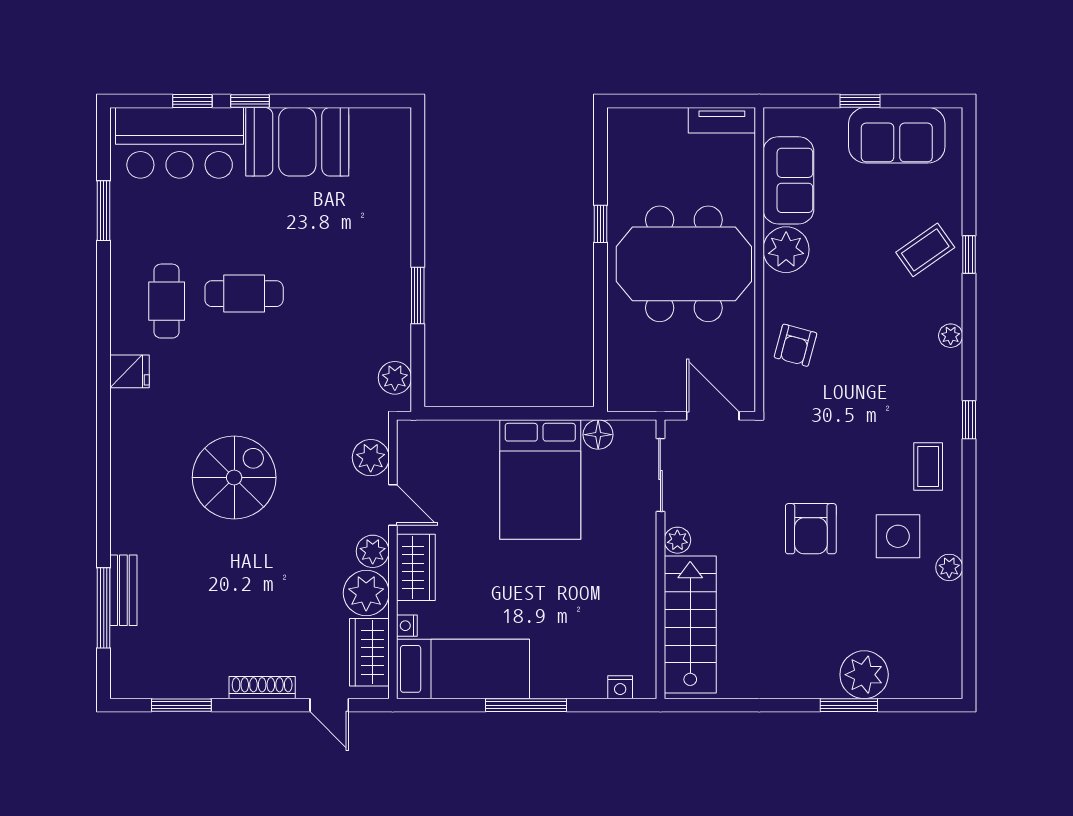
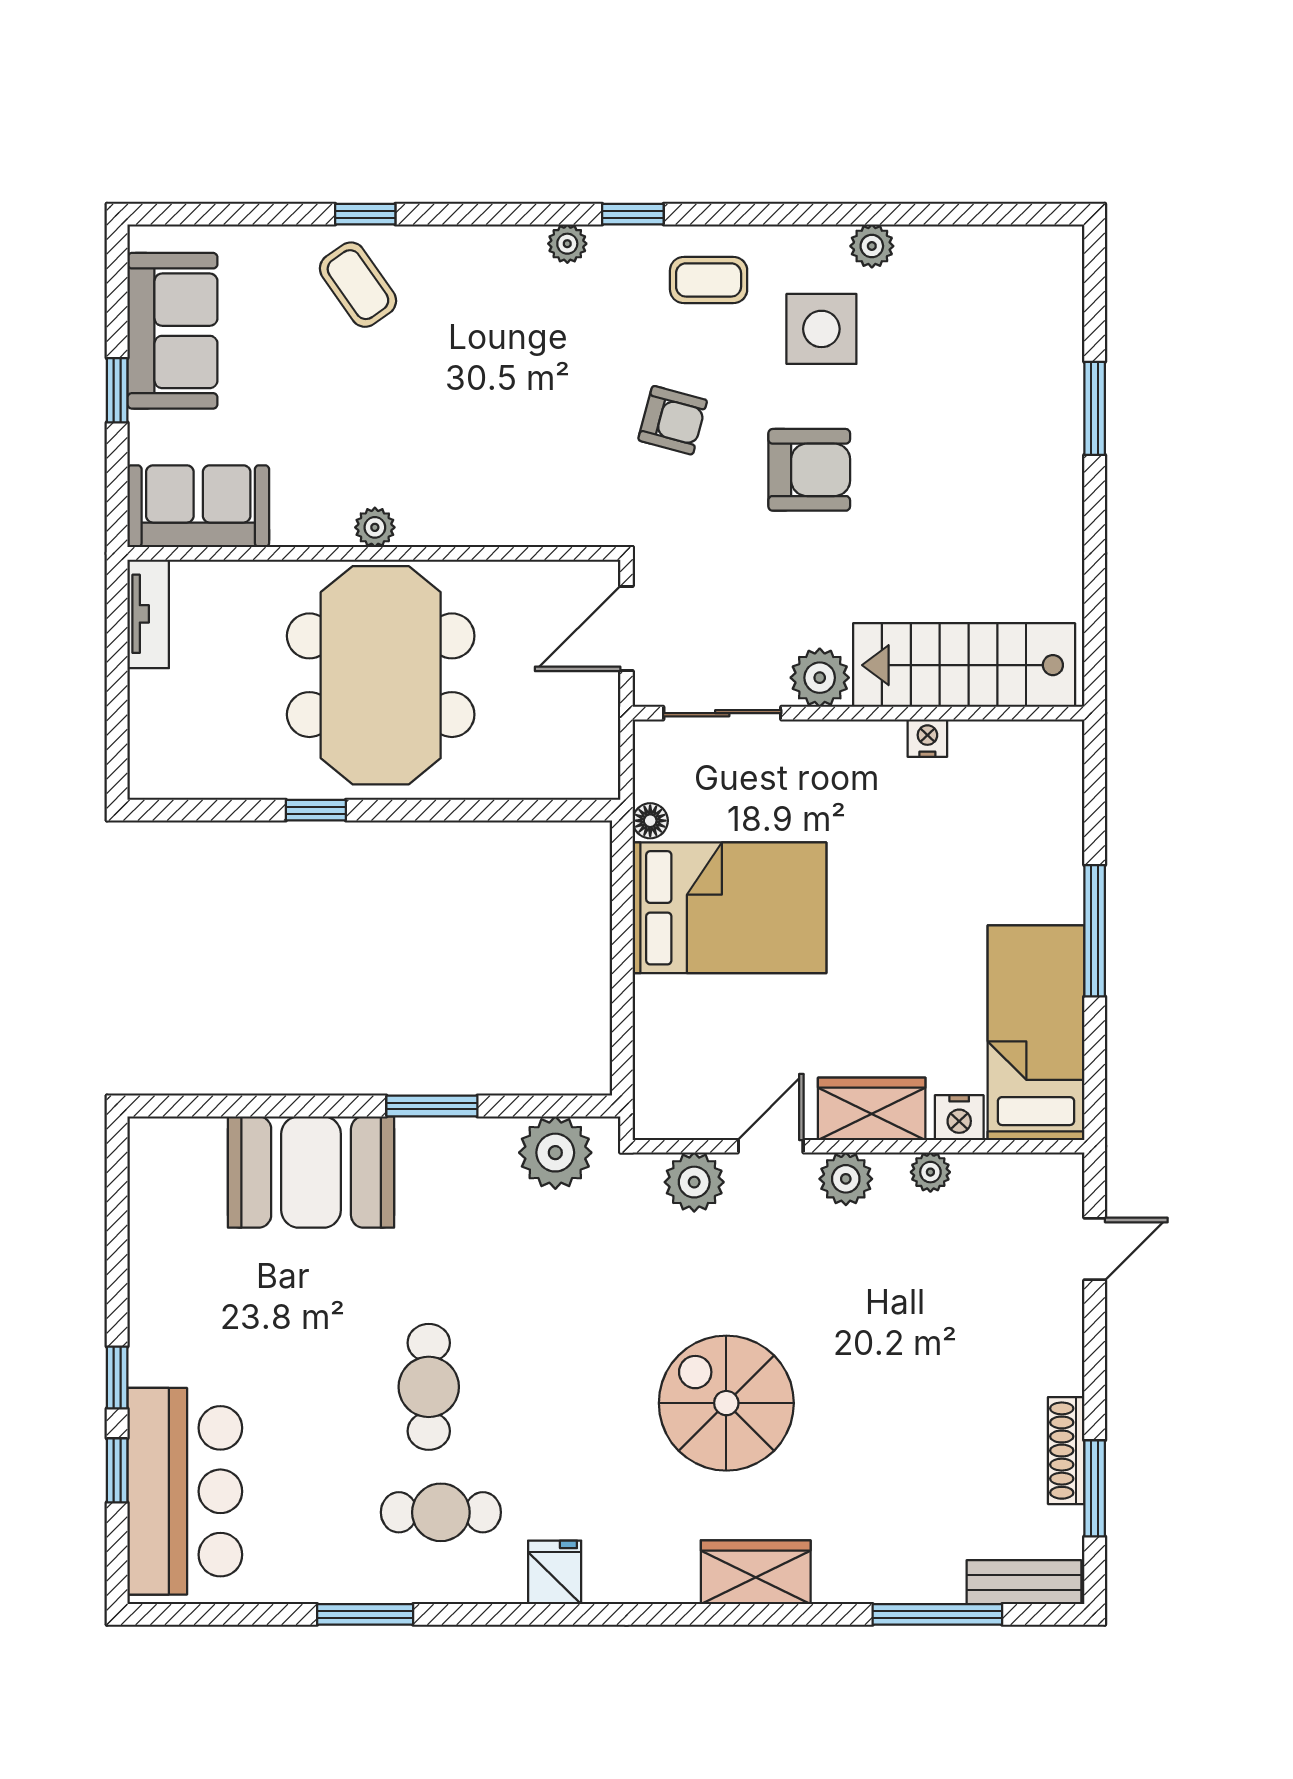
booth: (297, 142) -> (311, 1172), moved, turned 90
sofa: (788, 180) -> (198, 506), moved
window: (104, 211) -> (365, 1614), moved
plant: (786, 250) -> (375, 527), width x0.53, depth x0.53
plant: (951, 336) -> (567, 244), moved
armchair: (795, 345) -> (673, 420), moved
plant: (395, 378) -> (555, 1153), width x1.36, depth x1.36
floor lamp: (598, 435) -> (650, 821), width x0.73, depth x0.73
plant: (677, 540) -> (820, 678), width x1.38, depth x1.38
bench: (123, 590) -> (1024, 1582), moved
plant: (366, 593) -> (930, 1172), width x0.53, depth x0.53
nightstand: (407, 626) -> (959, 1118), width x1.39, depth x1.35
wardrobe: (369, 652) -> (756, 1572), moved, turned 180
plant: (864, 675) -> (1045, 384), removed
nightstand: (620, 687) -> (927, 738), moved, turned -90
shoe rack: (262, 688) -> (1066, 1451), moved

